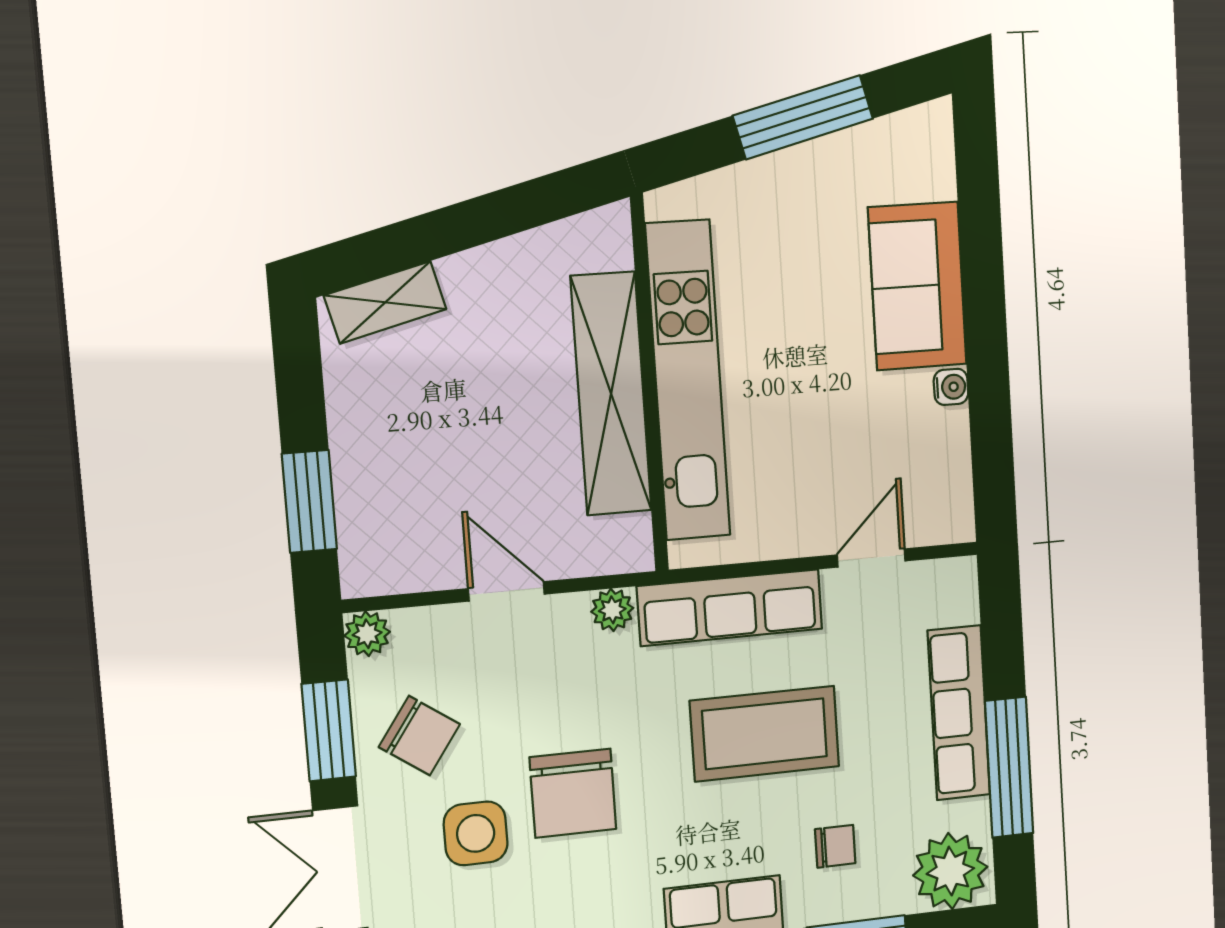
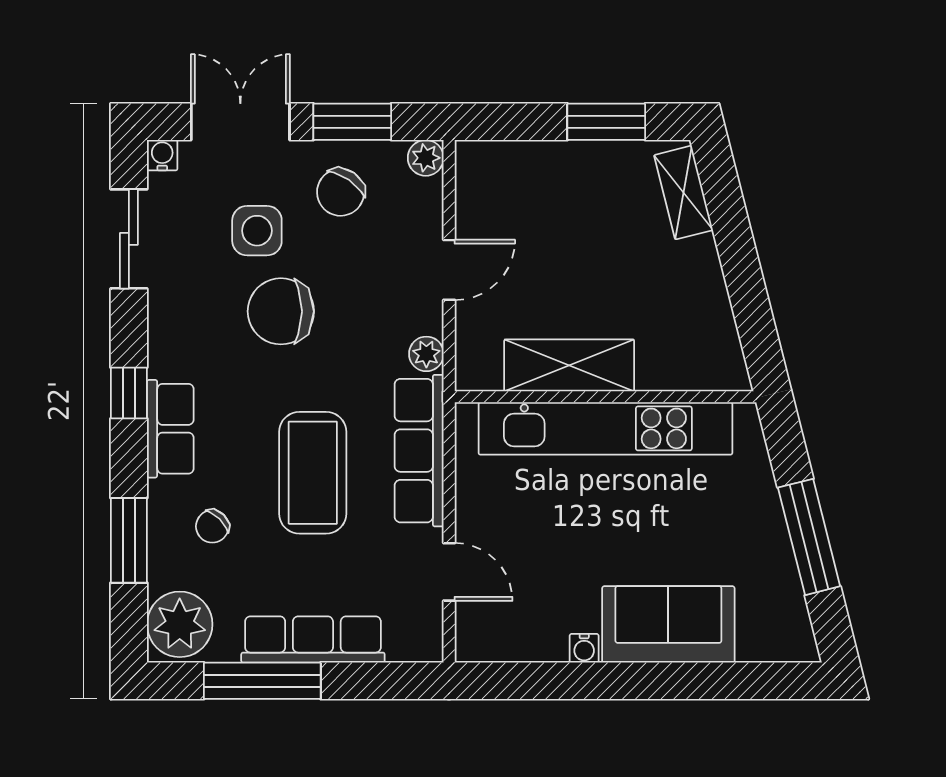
shelving: (611, 394) -> (569, 365), width x0.68
window: (309, 501) -> (606, 122), moved
chair: (835, 846) -> (212, 526), turned 45

